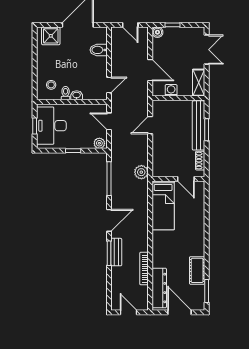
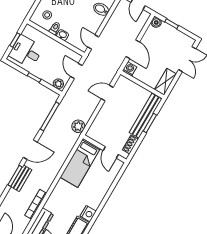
door: (109, 85) -> (93, 42), swing flipped
washing machine: (171, 90) -> (130, 69), moved
desk: (51, 126) -> (26, 52), width x0.73
nightstand: (198, 249) -> (88, 214), added

